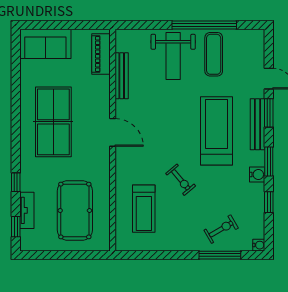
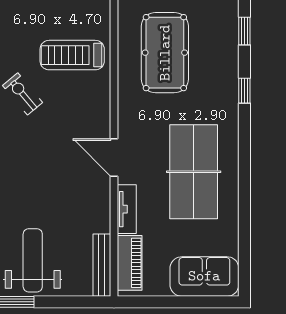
bench: (122, 76) -> (102, 265), moved
treadmill: (144, 209) -> (72, 55), turned -90
tv unit: (27, 210) -> (127, 209), moved, turned 180

